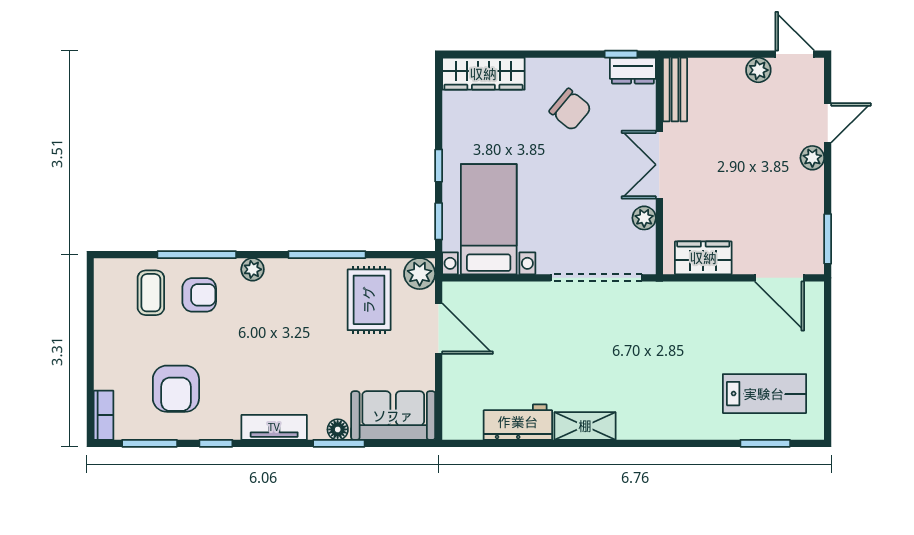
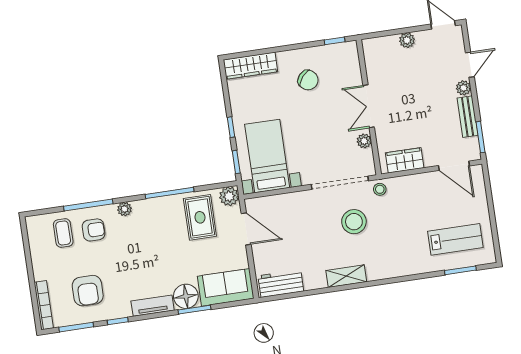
plant: (758, 70) -> (407, 40), moved
dresser: (633, 71) -> (343, 50), removed
bench: (675, 90) -> (468, 117), moved
stool: (658, 298) -> (380, 189), added
stool: (610, 342) -> (354, 222), added
bookcase: (104, 415) -> (44, 305), width x1.56
workbench: (518, 422) -> (281, 283), moved
floor lamp: (338, 429) -> (186, 296), width x1.89, depth x1.89

